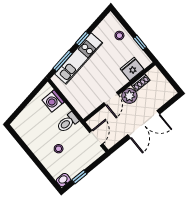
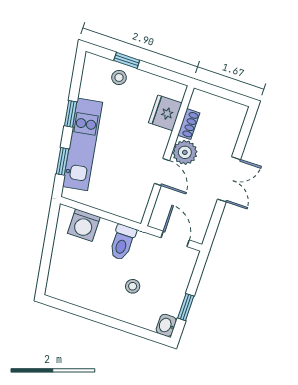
window: (140, 43) -> (127, 60), moved
window: (63, 61) -> (63, 161), width x0.67
double door: (144, 124) -> (229, 179), width x0.73

